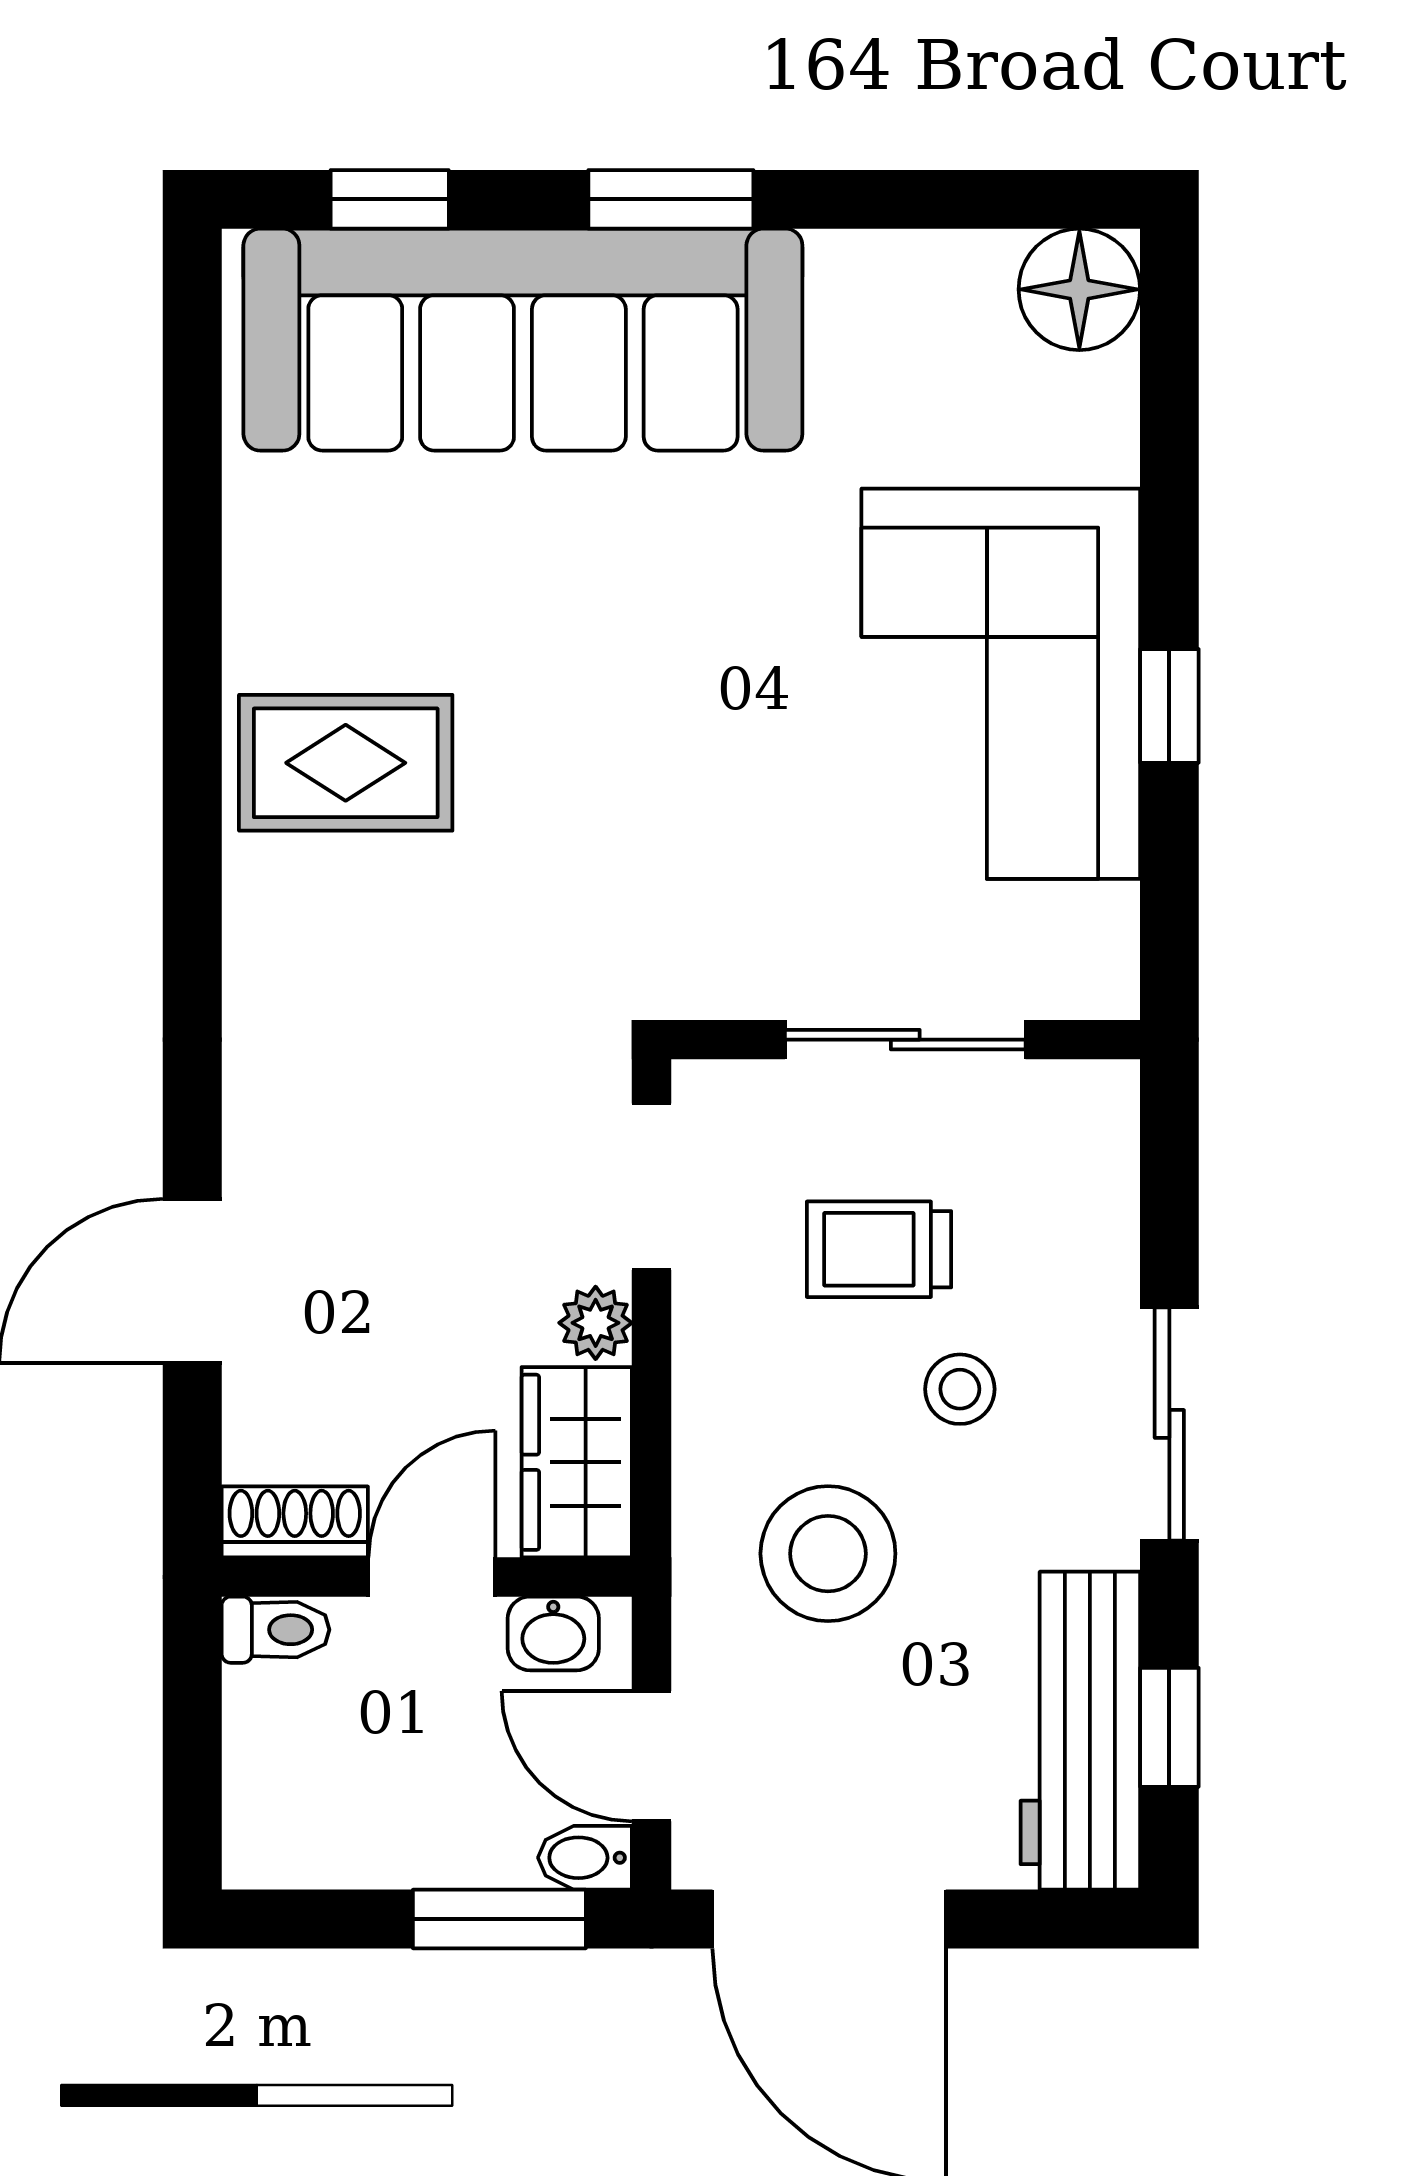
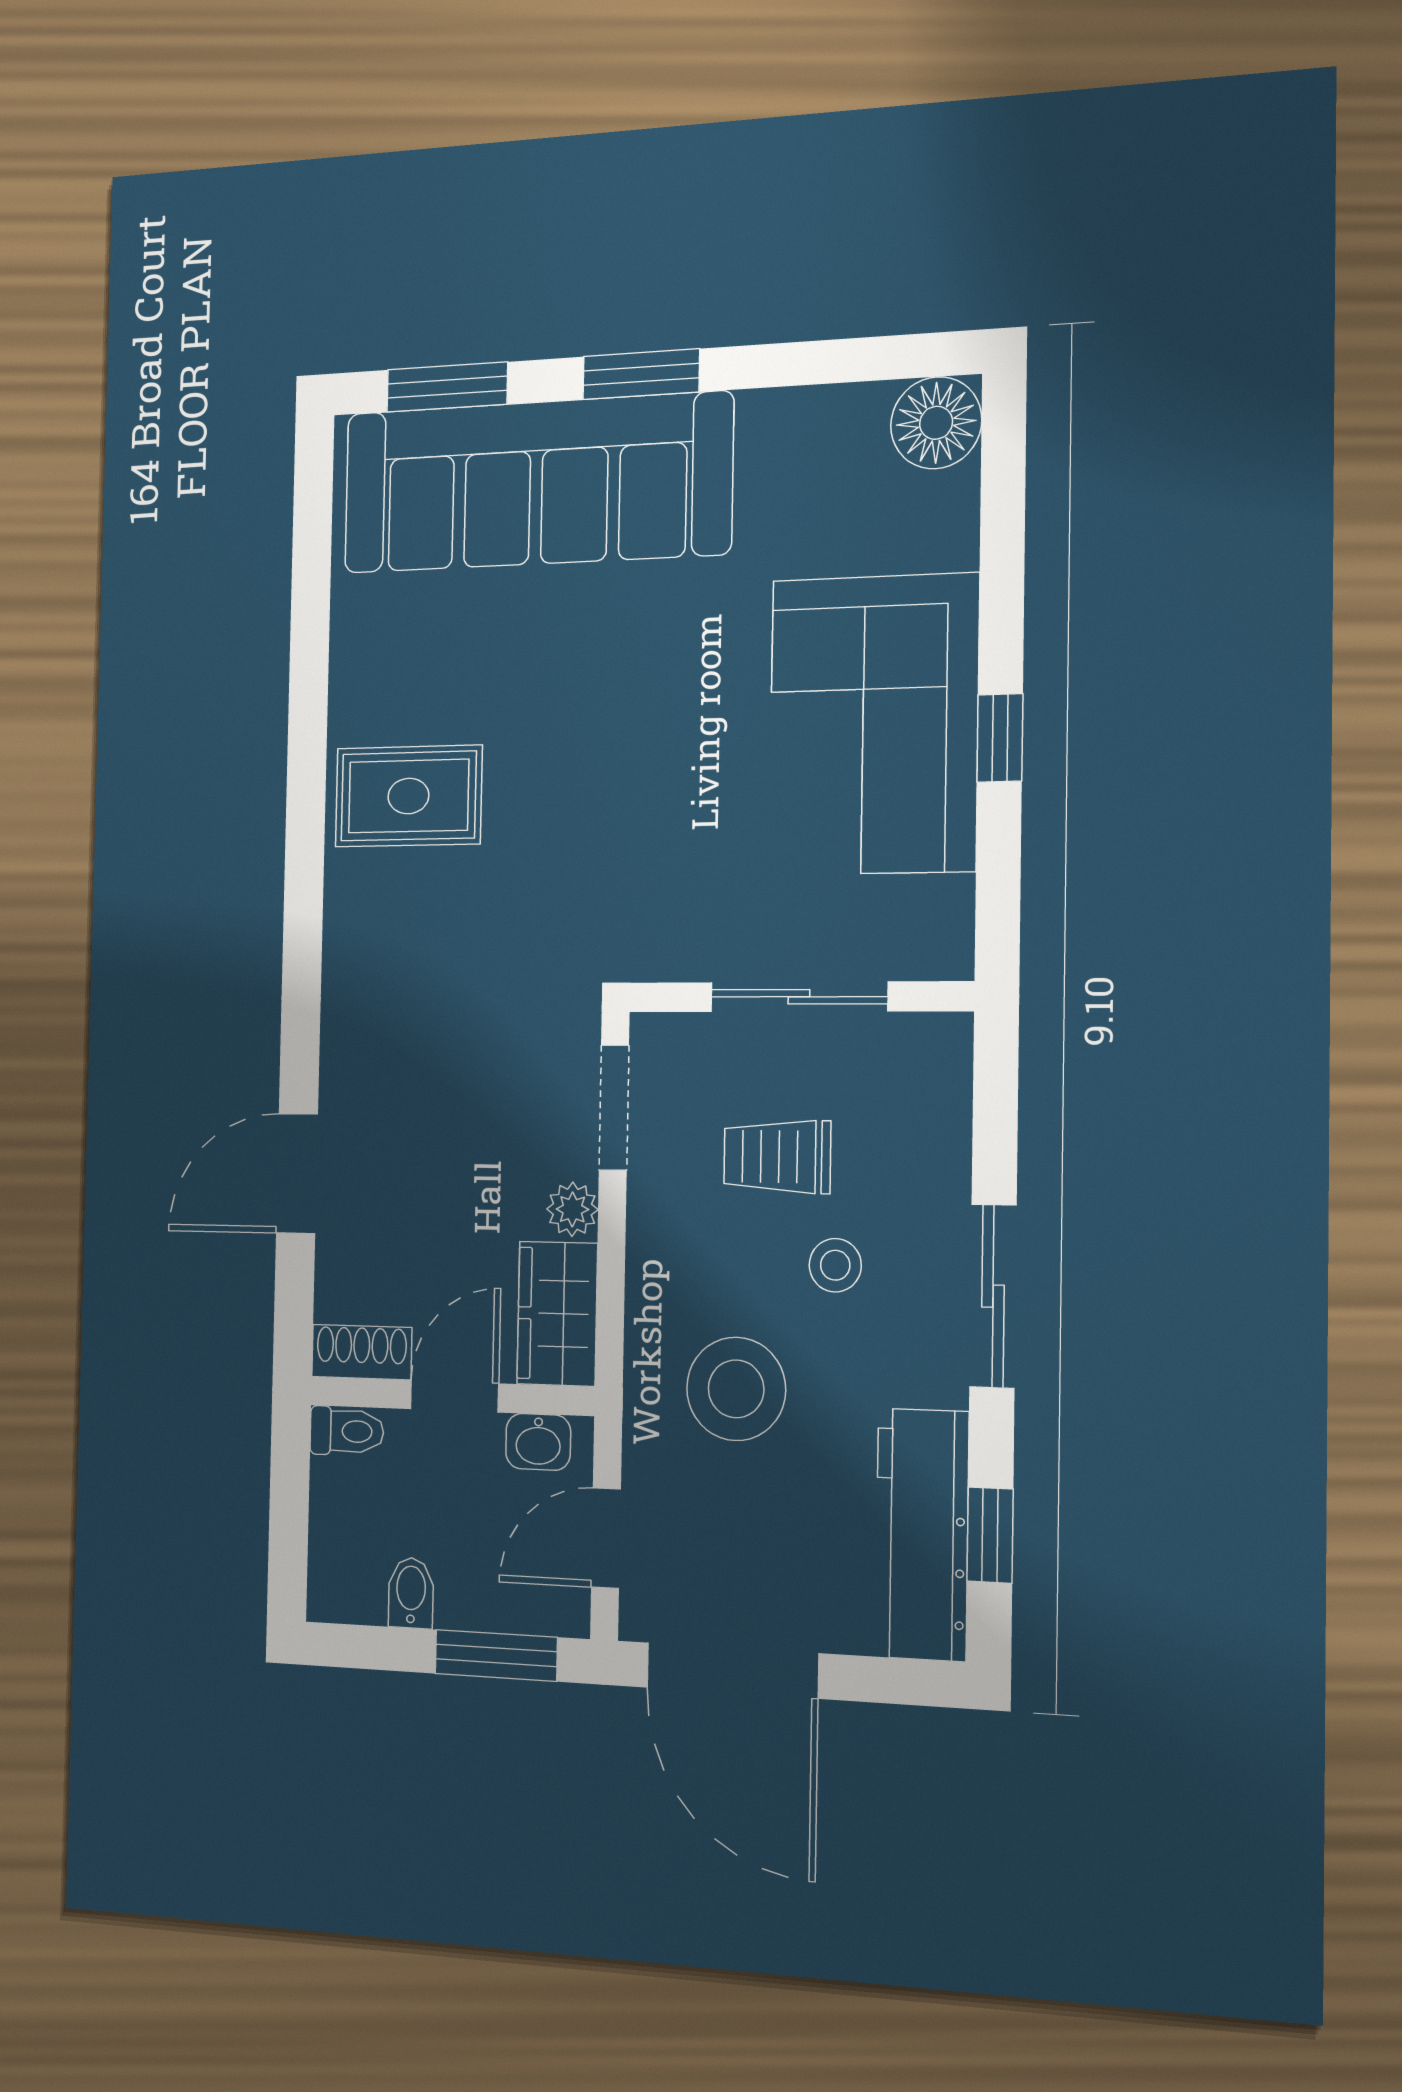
window: (390, 199) -> (447, 387), width x1.50
door: (652, 1756) -> (606, 1538), hinge flipped
bidet: (585, 1858) -> (411, 1593), moved, turned 90

